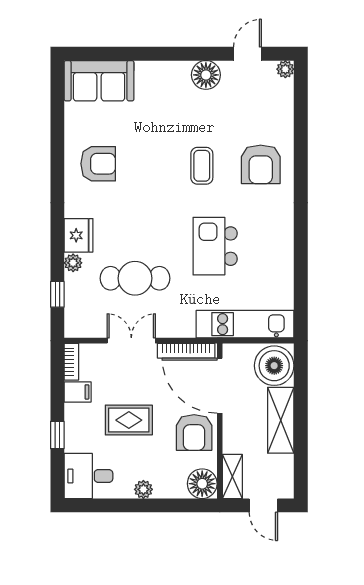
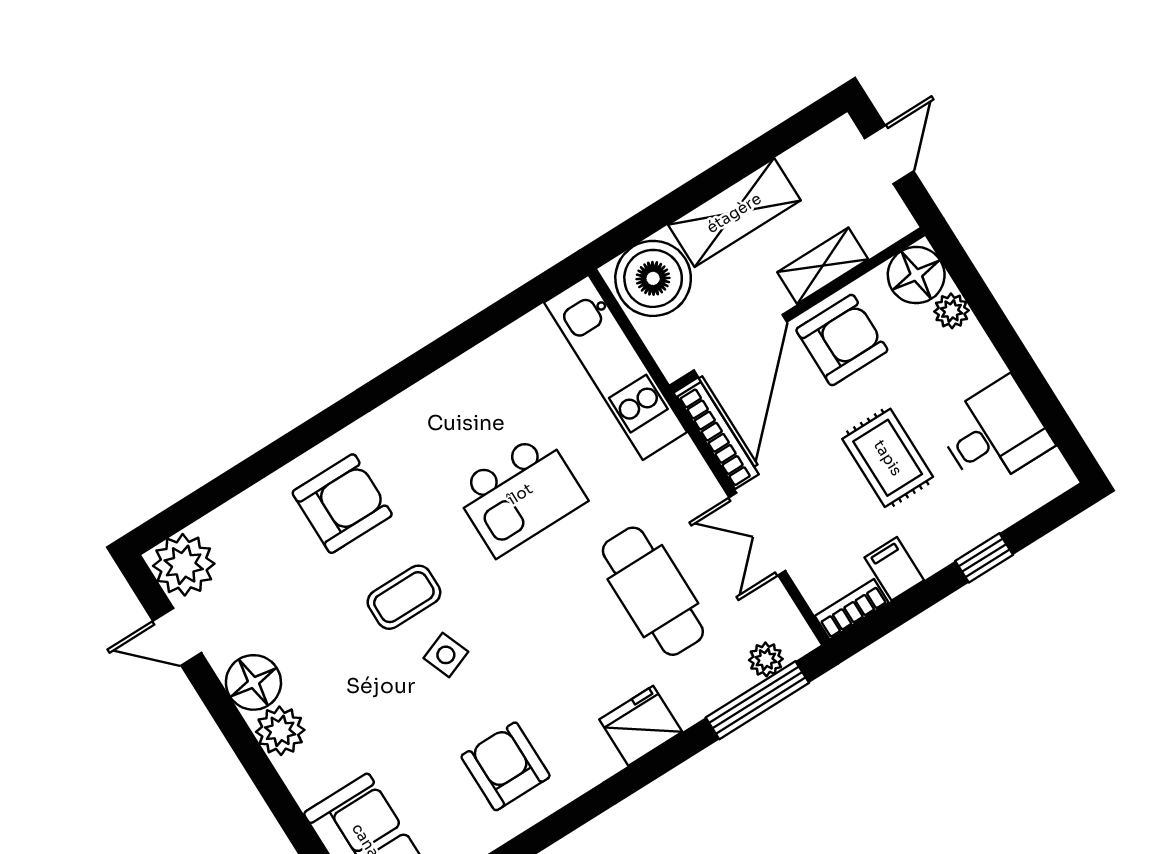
plant: (285, 69) -> (184, 565), width x1.88, depth x1.88
plant: (177, 73) -> (280, 731), added
side table: (164, 168) -> (446, 655), added
plant: (73, 263) -> (766, 659), moved
window: (57, 294) -> (757, 700), width x2.17
desk: (88, 476) -> (994, 433), moved, turned -90
shelving: (232, 476) -> (823, 266), moved
plant: (143, 489) -> (951, 311), moved

